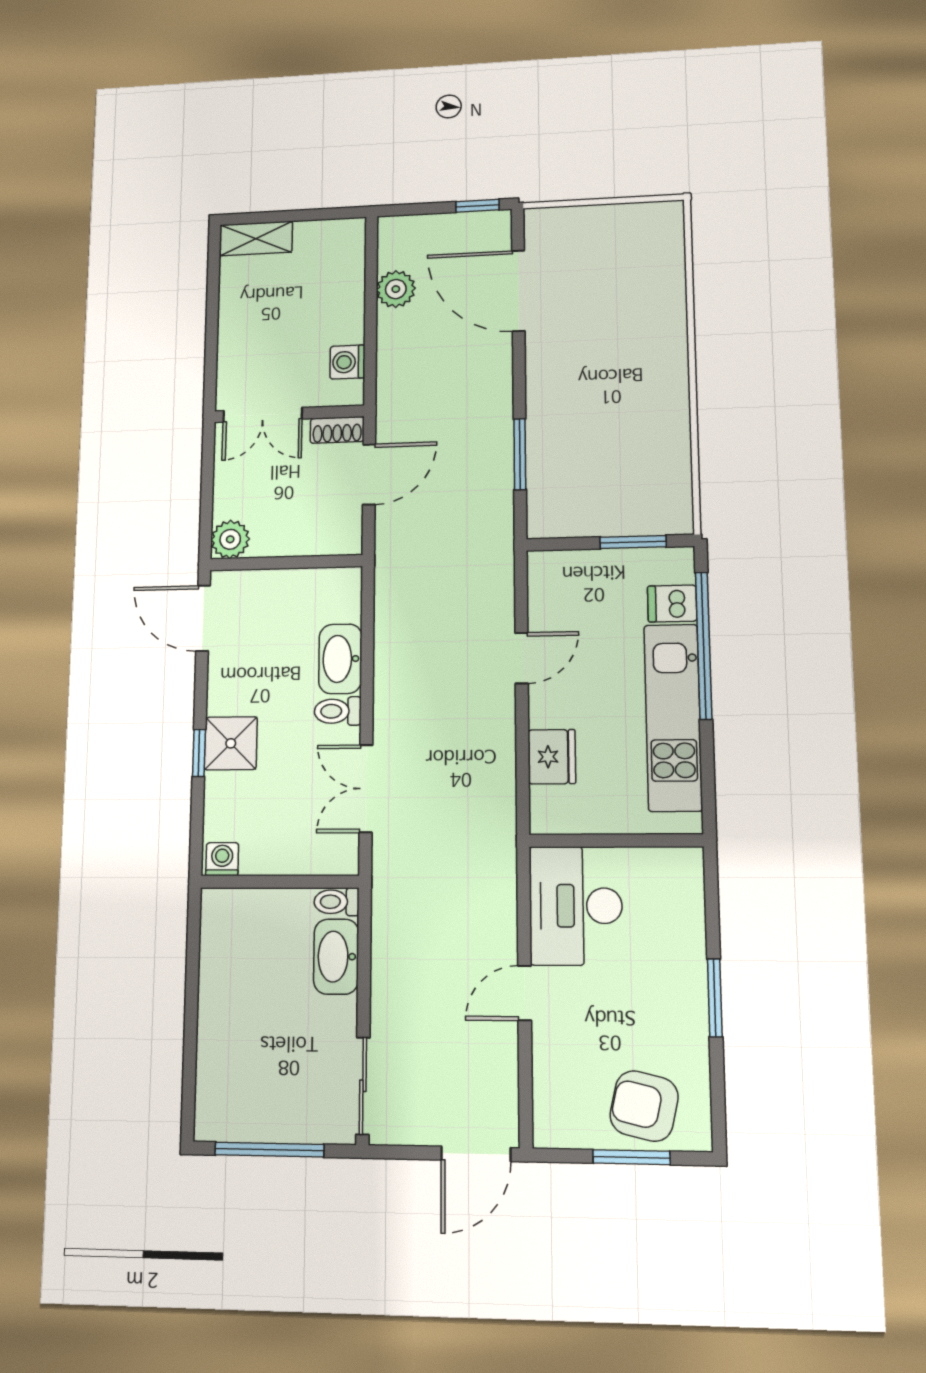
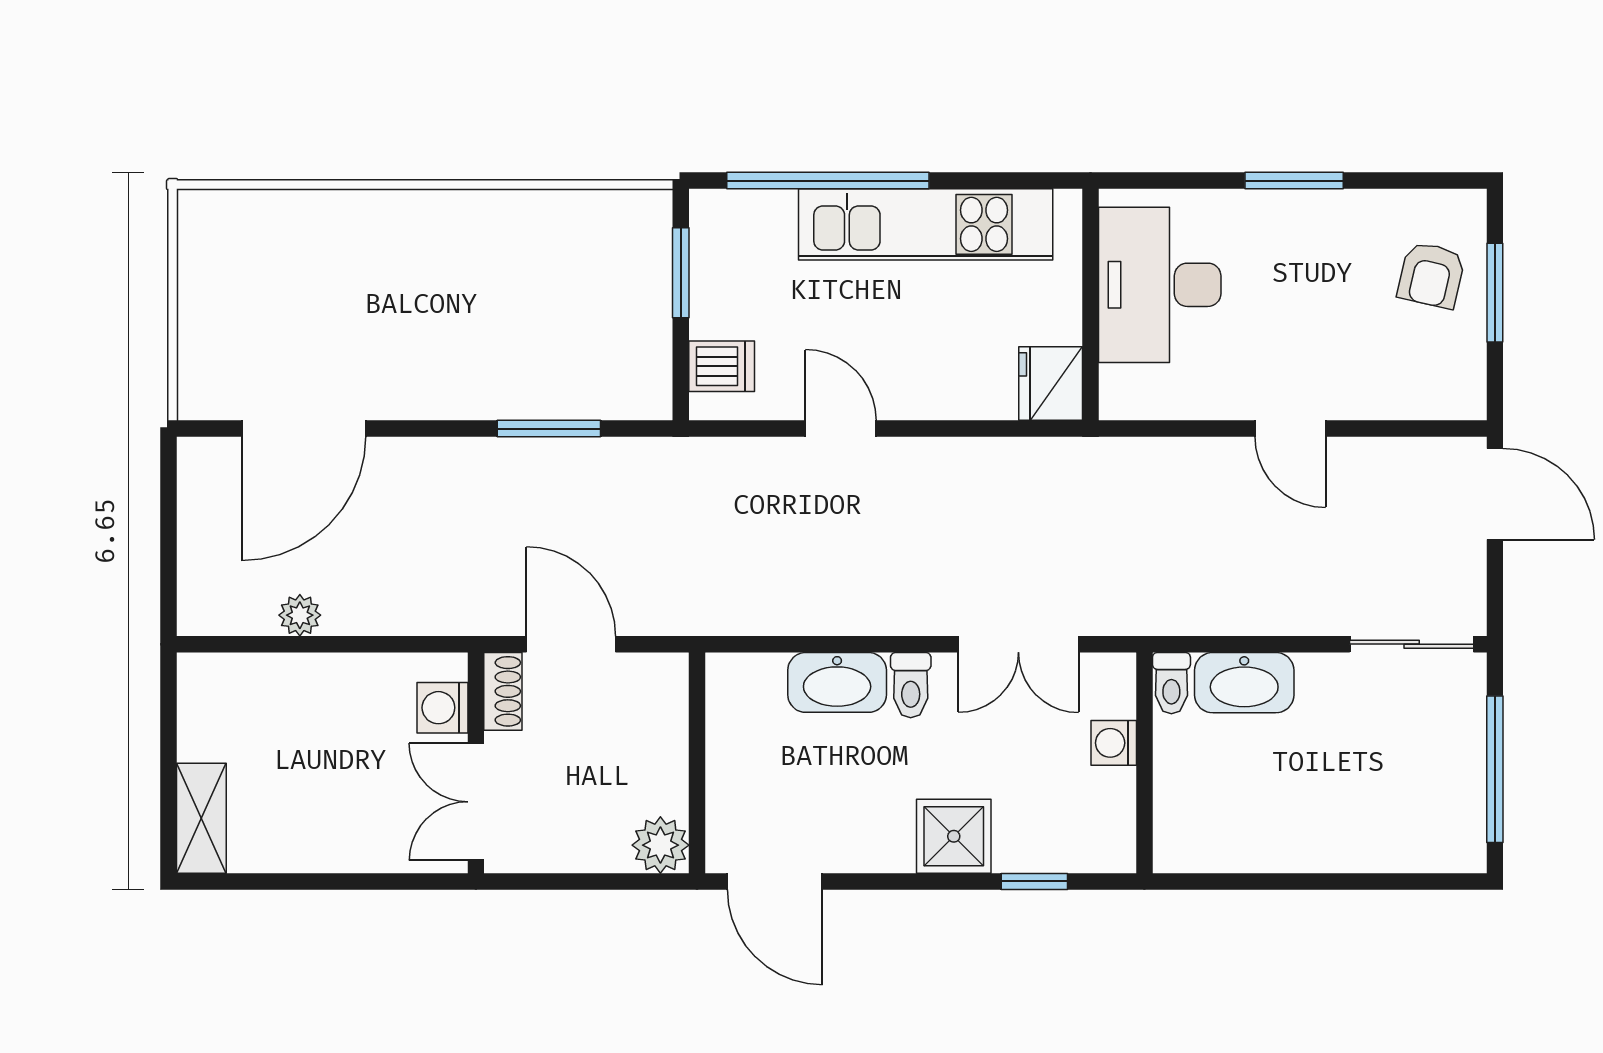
window: (478, 206) -> (169, 487), removed
plant: (396, 289) -> (300, 615), width x0.73, depth x0.73
washing machine: (347, 362) -> (442, 708), moved, turned 90
double door: (263, 415) -> (476, 802), swing flipped
dishwasher: (672, 604) -> (722, 366), moved, turned -90
door: (203, 618) -> (775, 881), hinge flipped
window: (199, 753) -> (1034, 881), moved
fridge: (552, 757) -> (1051, 384), moved, turned -90
washing machine: (222, 859) -> (1114, 743), moved
desk: (576, 906) -> (1160, 285), moved, turned 90
armchair: (644, 1106) -> (1431, 275), width x0.72, depth x0.72

